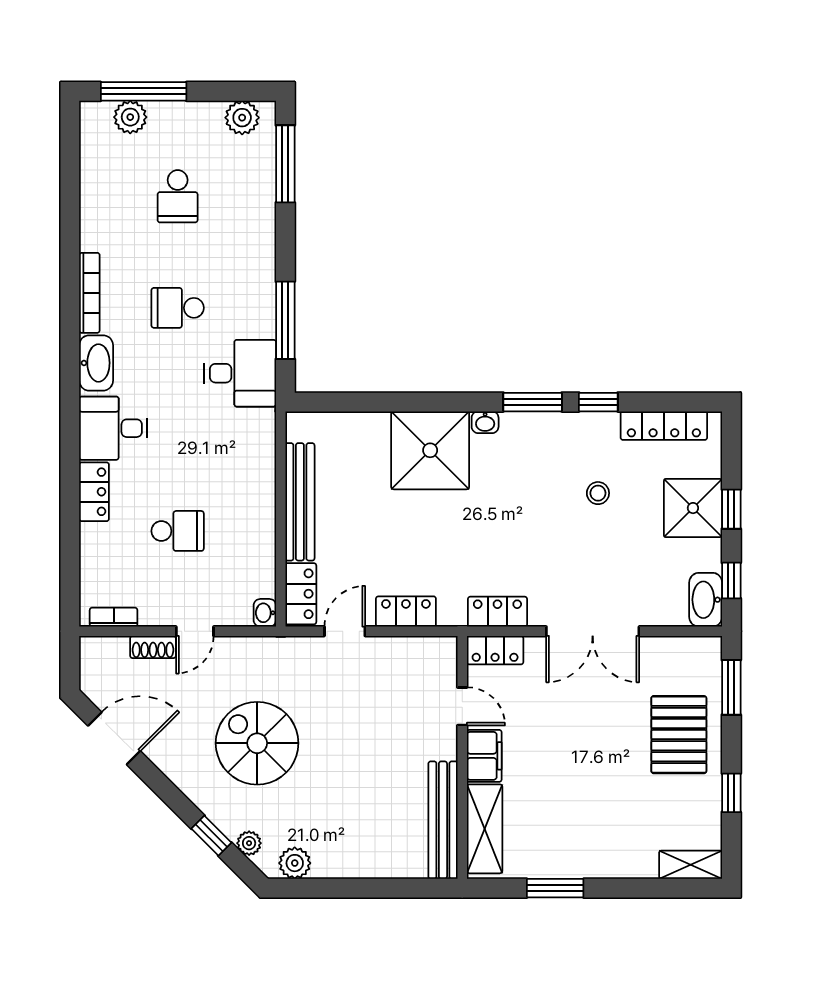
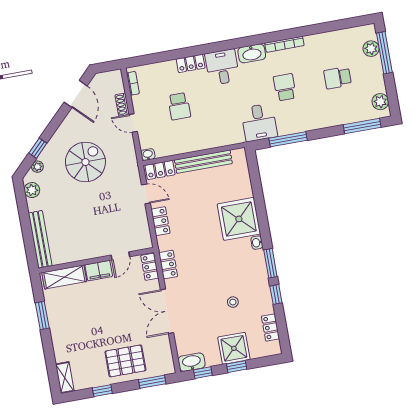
locker: (664, 426) -> (270, 328), width x0.66
bench: (443, 820) -> (40, 239), moved, turned 90

